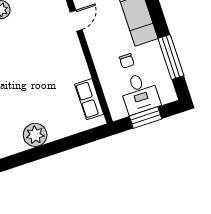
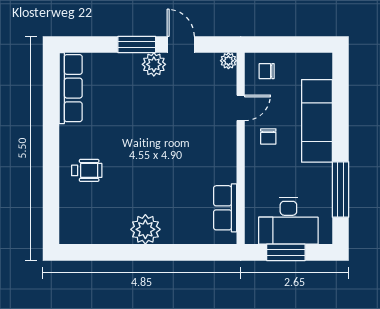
chair: (127, 61) -> (268, 136), moved
desk: (140, 93) -> (288, 221), width x1.37

